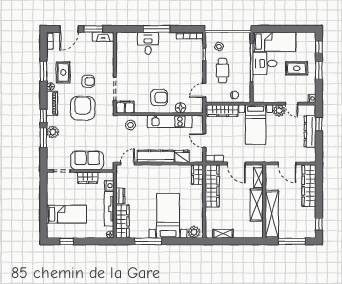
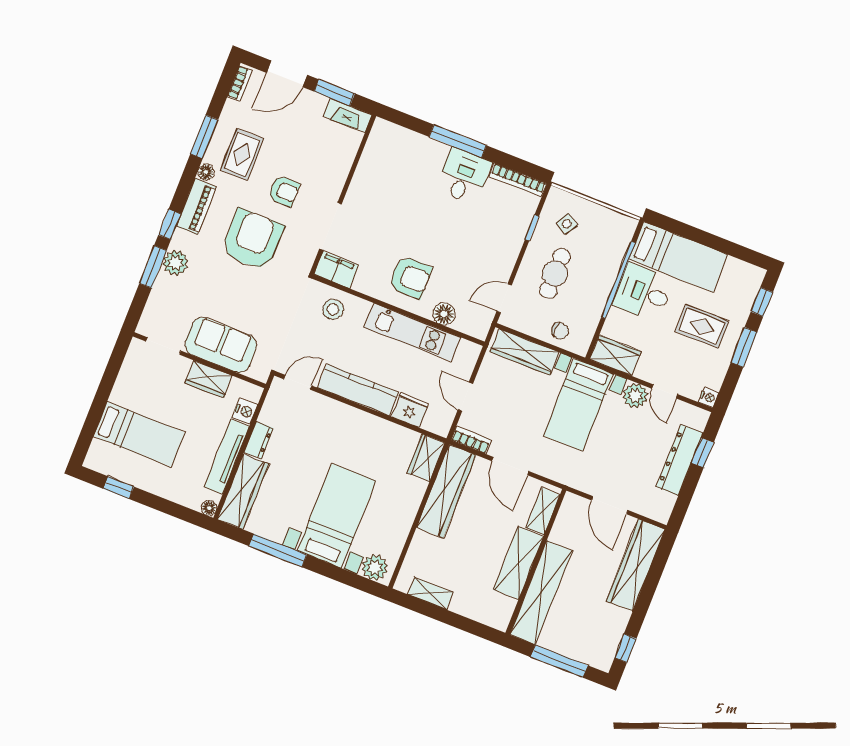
desk: (148, 43) -> (464, 176), moved
wardrobe: (263, 96) -> (615, 355), added

